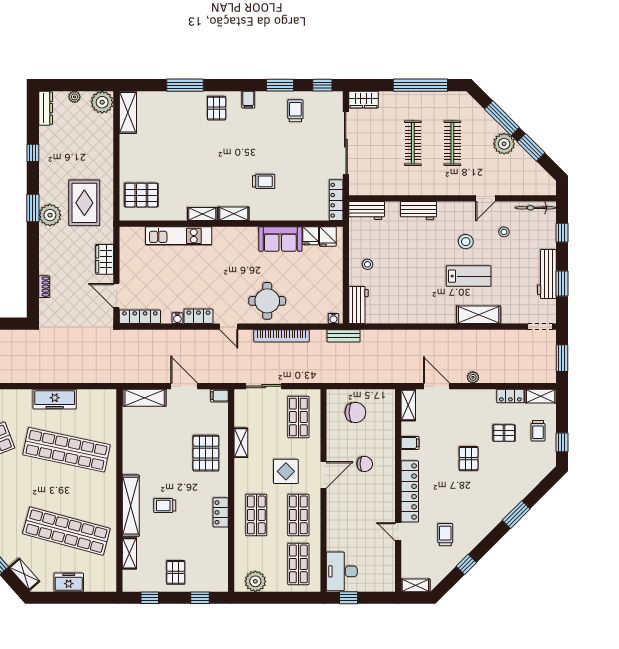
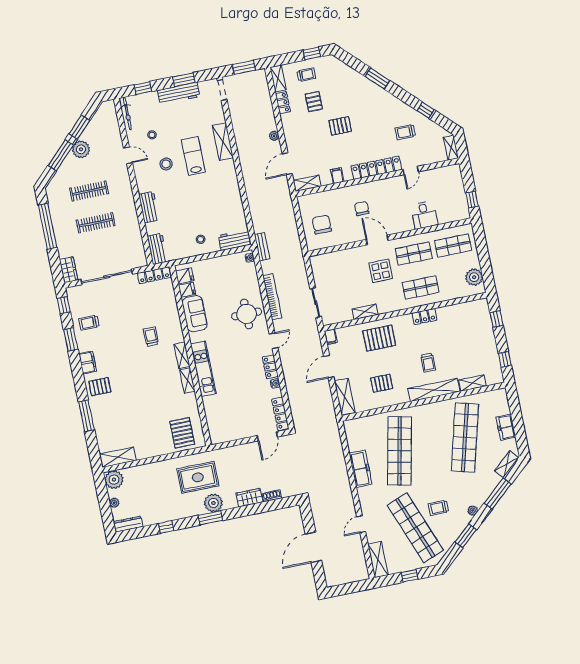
filing cabinet: (248, 100) -> (88, 363), width x2.00
kitchen unit: (179, 236) -> (203, 369), moved
wardrobe: (105, 259) -> (249, 498), moved, turned 180
shop shelf: (298, 417) -> (335, 270), removed
desk: (342, 571) -> (424, 215), moved, width x0.73
pallet: (176, 572) -> (382, 383), moved

